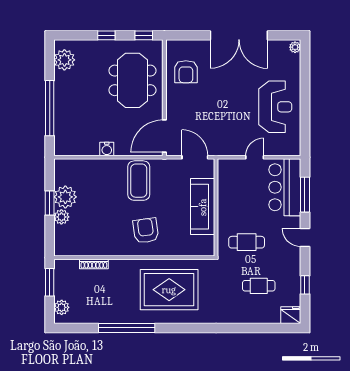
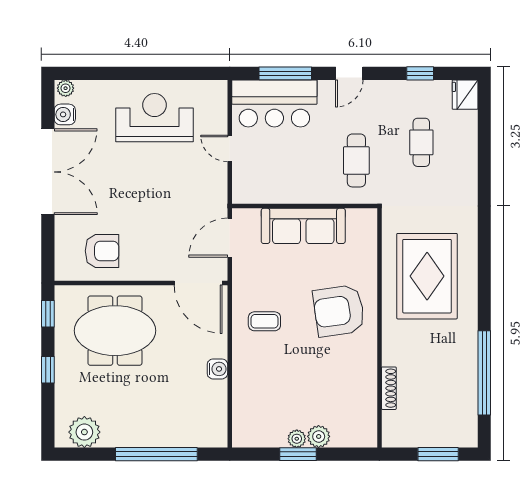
water cooler: (277, 47) -> (65, 114), added
coffee table: (139, 181) -> (264, 321), width x0.54, depth x0.58
plant: (65, 197) -> (297, 439), width x0.53, depth x0.53
armchair: (146, 230) -> (339, 311), width x1.36, depth x1.36
window: (50, 282) -> (438, 454), moved
plant: (62, 307) -> (454, 436), removed
window: (127, 328) -> (484, 373), moved

